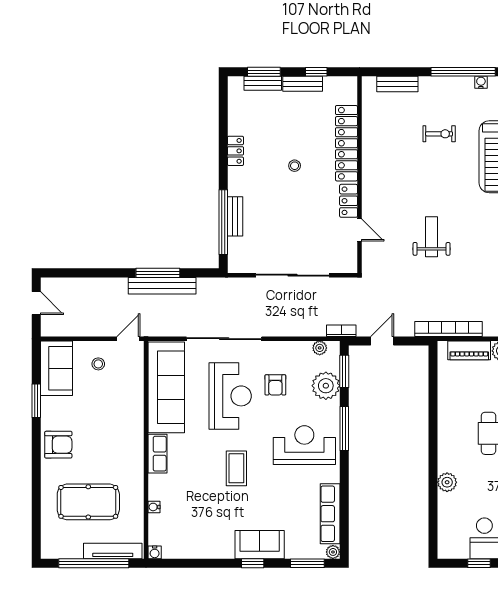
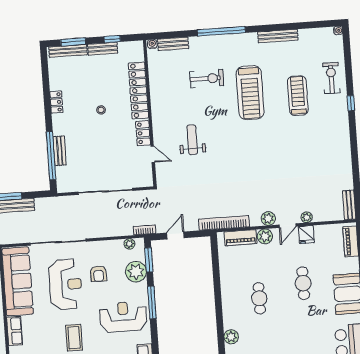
water cooler: (481, 82) -> (152, 44), moved
bench: (263, 83) -> (68, 51), width x1.36
exercise bike: (439, 134) -> (207, 79), width x1.38, depth x1.39
weight bench: (432, 237) -> (192, 140), moved

